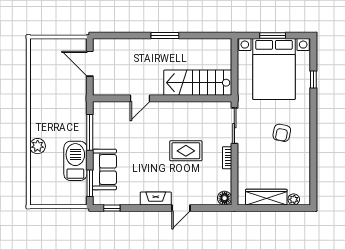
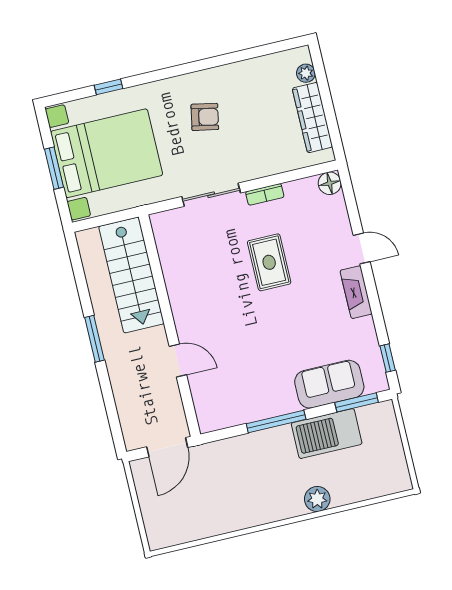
stairs: (198, 83) -> (131, 275), moved
door: (140, 98) -> (178, 360), moved
wall: (162, 98) -> (170, 326), moved

